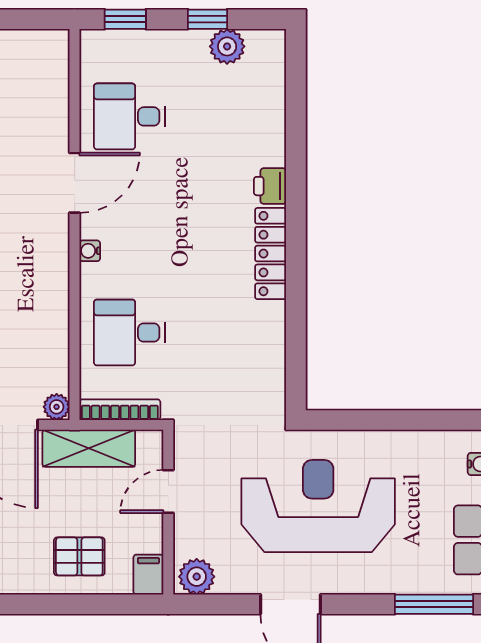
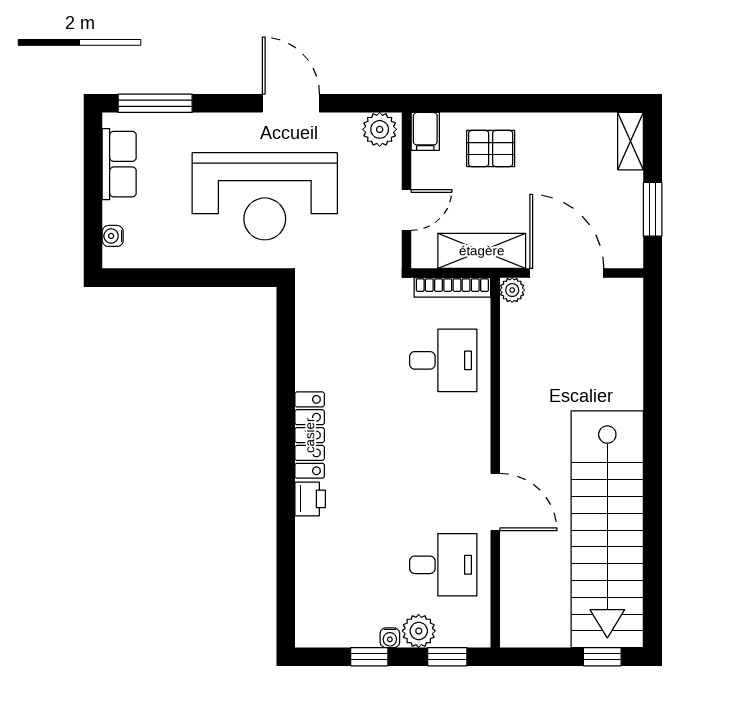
plant: (227, 46) -> (419, 631), moved
door: (75, 183) -> (495, 502), swing flipped
water cooler: (90, 251) -> (390, 638), moved, turned 90

